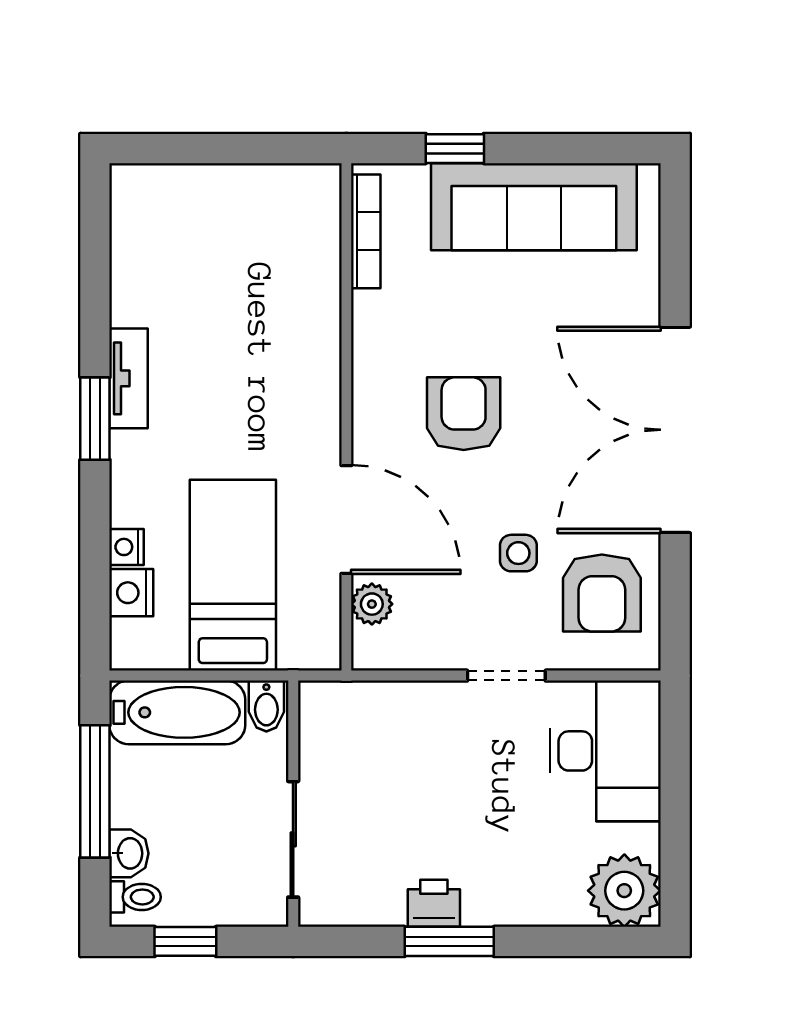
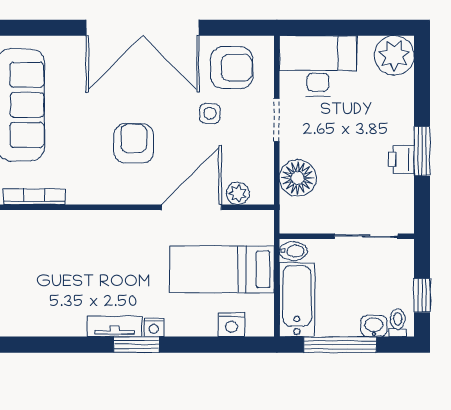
armchair: (464, 414) -> (134, 143), turned 90
nightstand: (127, 547) -> (154, 327), moved
floor lamp: (400, 714) -> (298, 178), added

